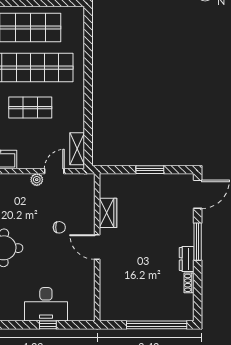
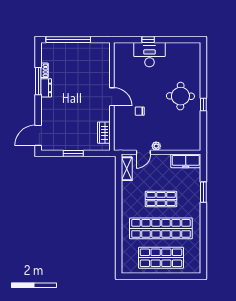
wardrobe: (108, 213) -> (104, 133), moved
window: (198, 242) -> (38, 81), moved

